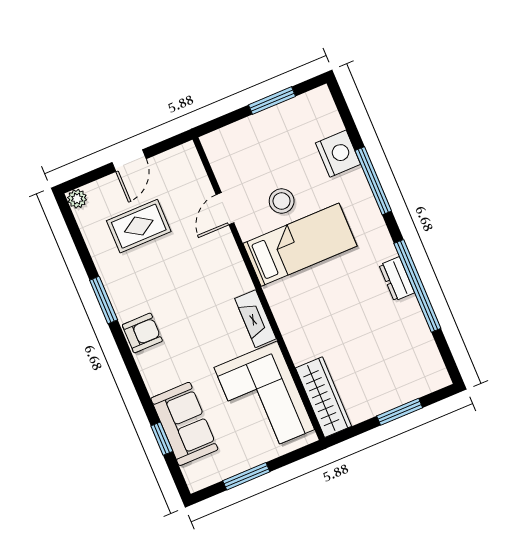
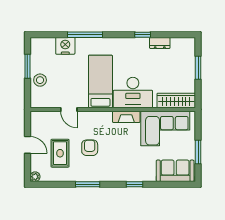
stool: (282, 201) -> (40, 80), moved
dresser: (397, 279) -> (160, 43), moved
window: (417, 286) -> (143, 35), width x0.32
desk: (305, 312) -> (133, 93), added
armchair: (142, 333) -> (90, 148), moved
sofa: (184, 424) -> (175, 171), moved
window: (162, 439) -> (135, 184), moved

